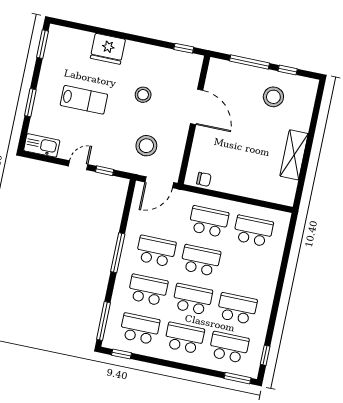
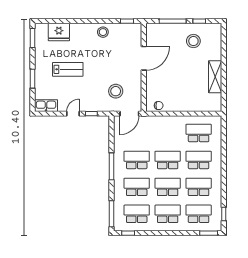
fridge: (108, 49) -> (59, 32), moved
stool: (143, 95) -> (103, 32), moved
door: (197, 107) -> (144, 58), hinge flipped
school desk: (209, 222) -> (199, 160), moved

